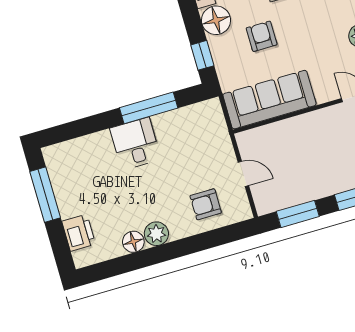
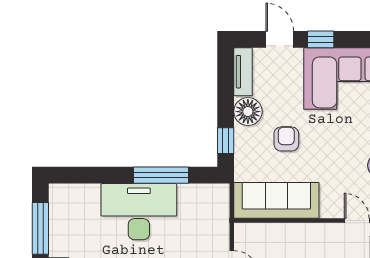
desk: (135, 144) -> (139, 212), width x1.87, depth x1.30

